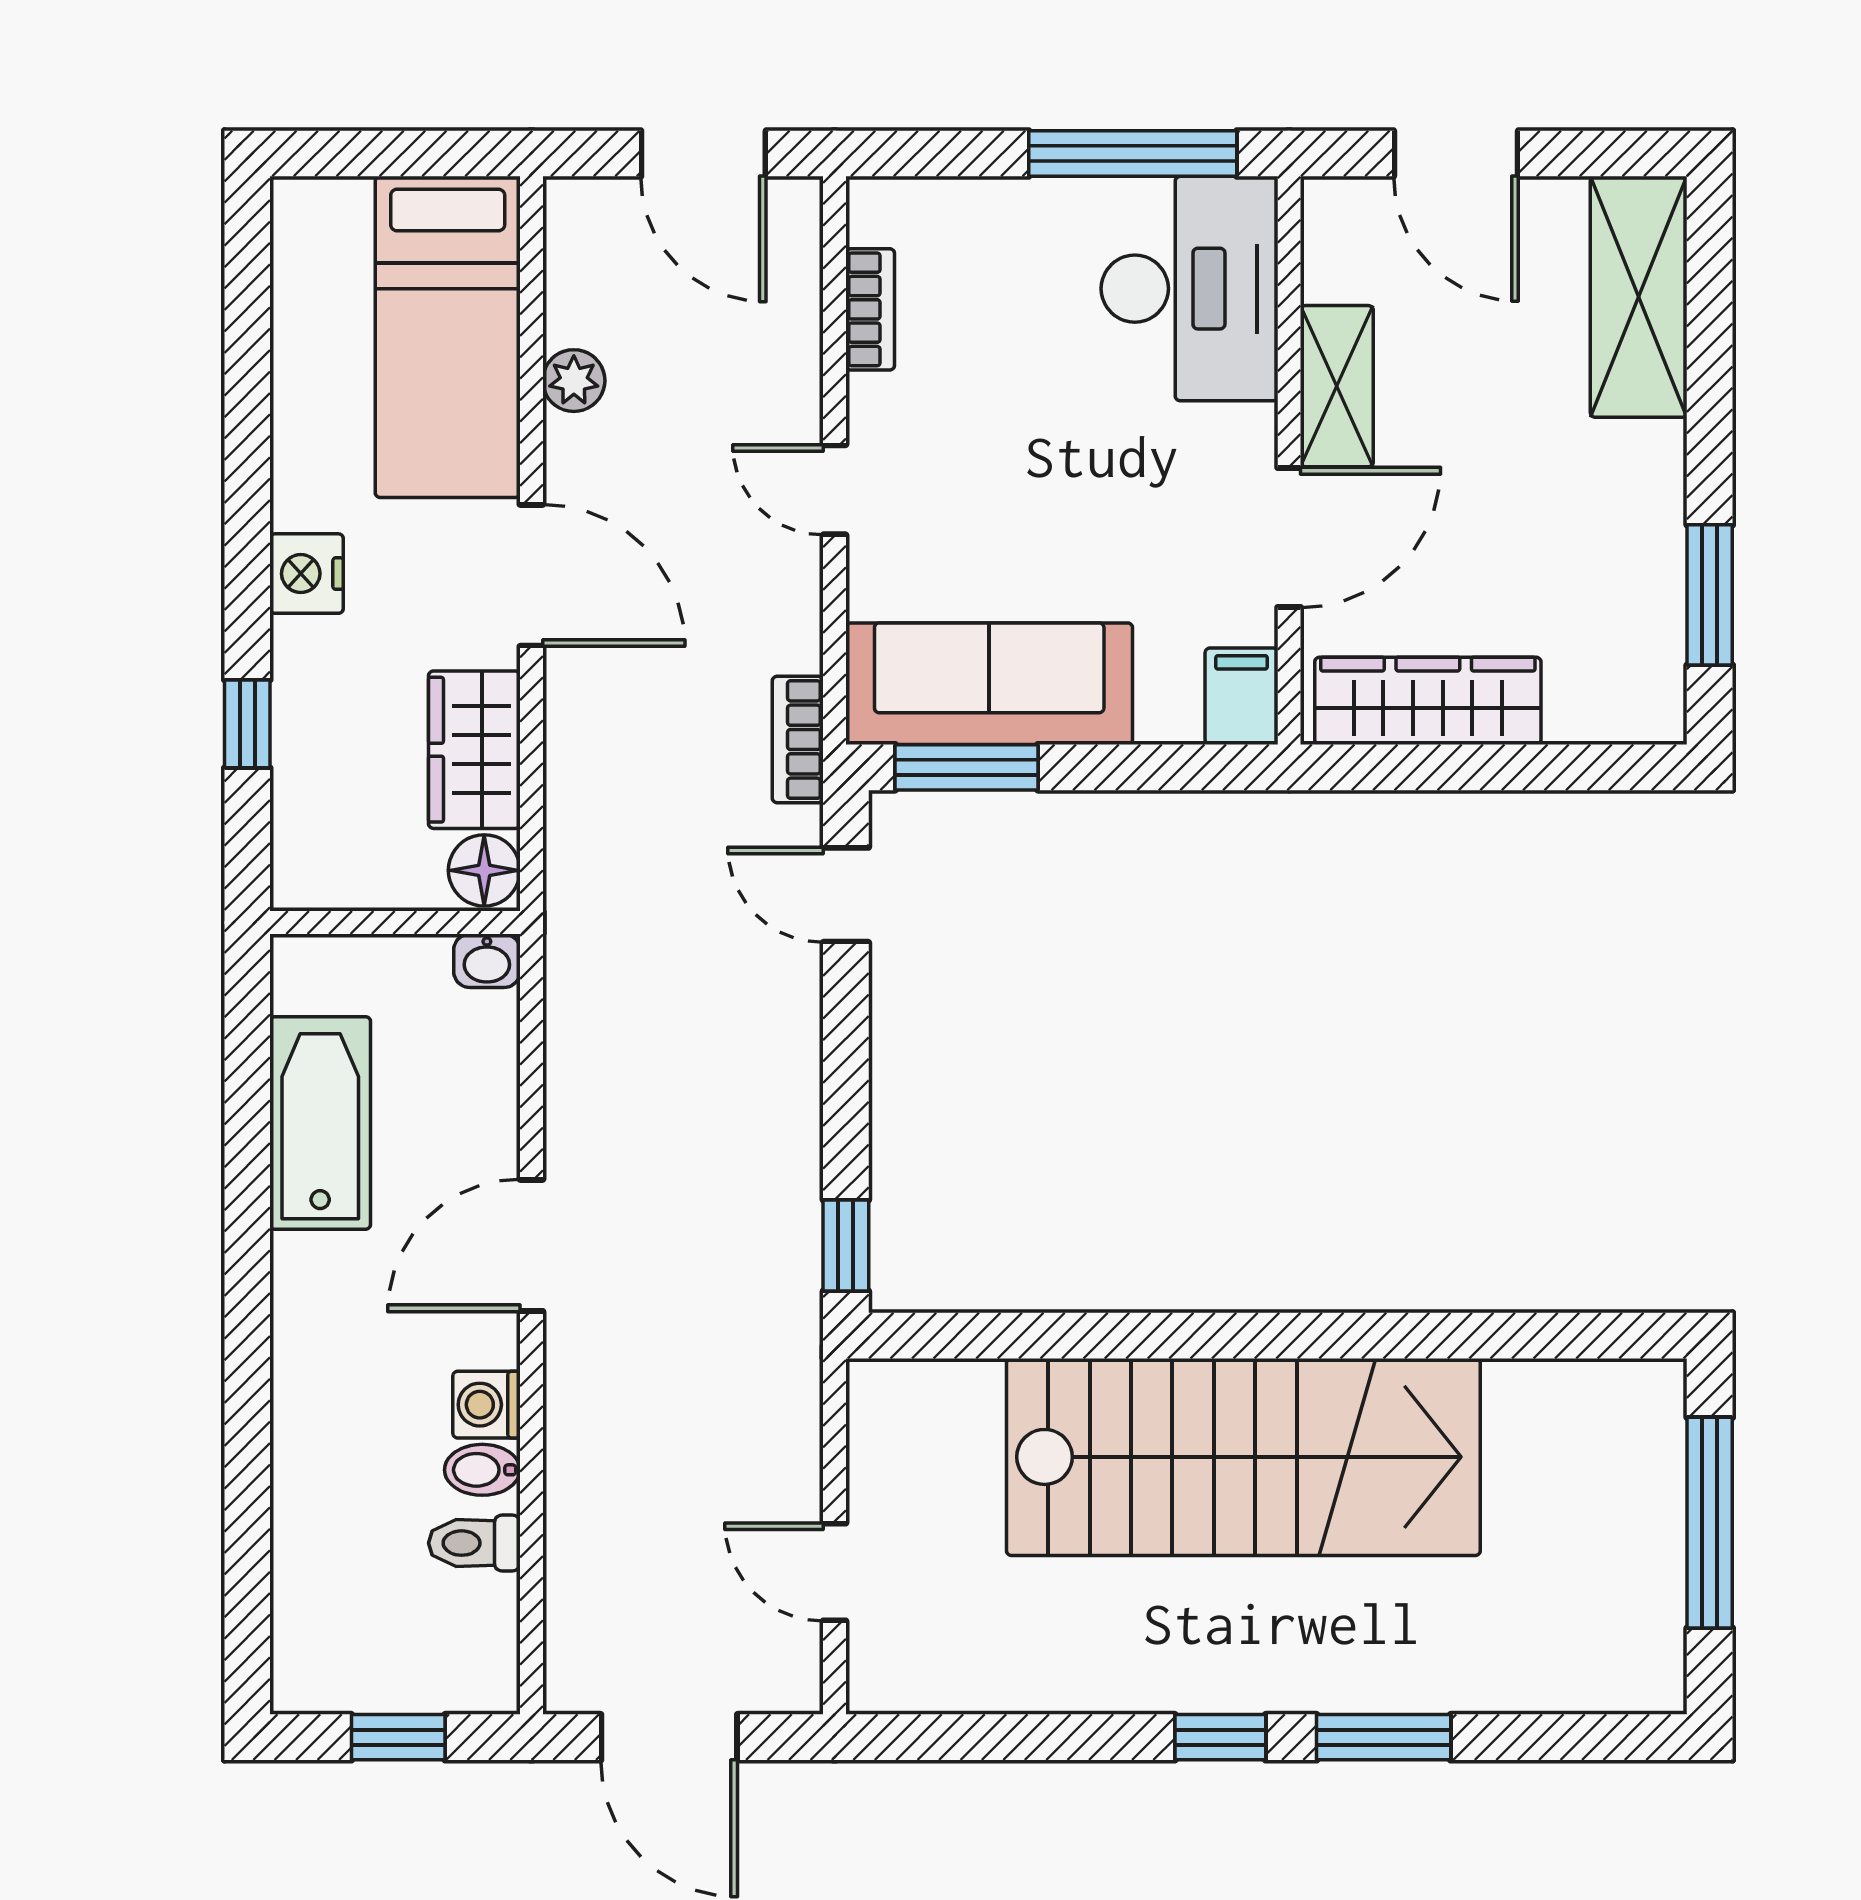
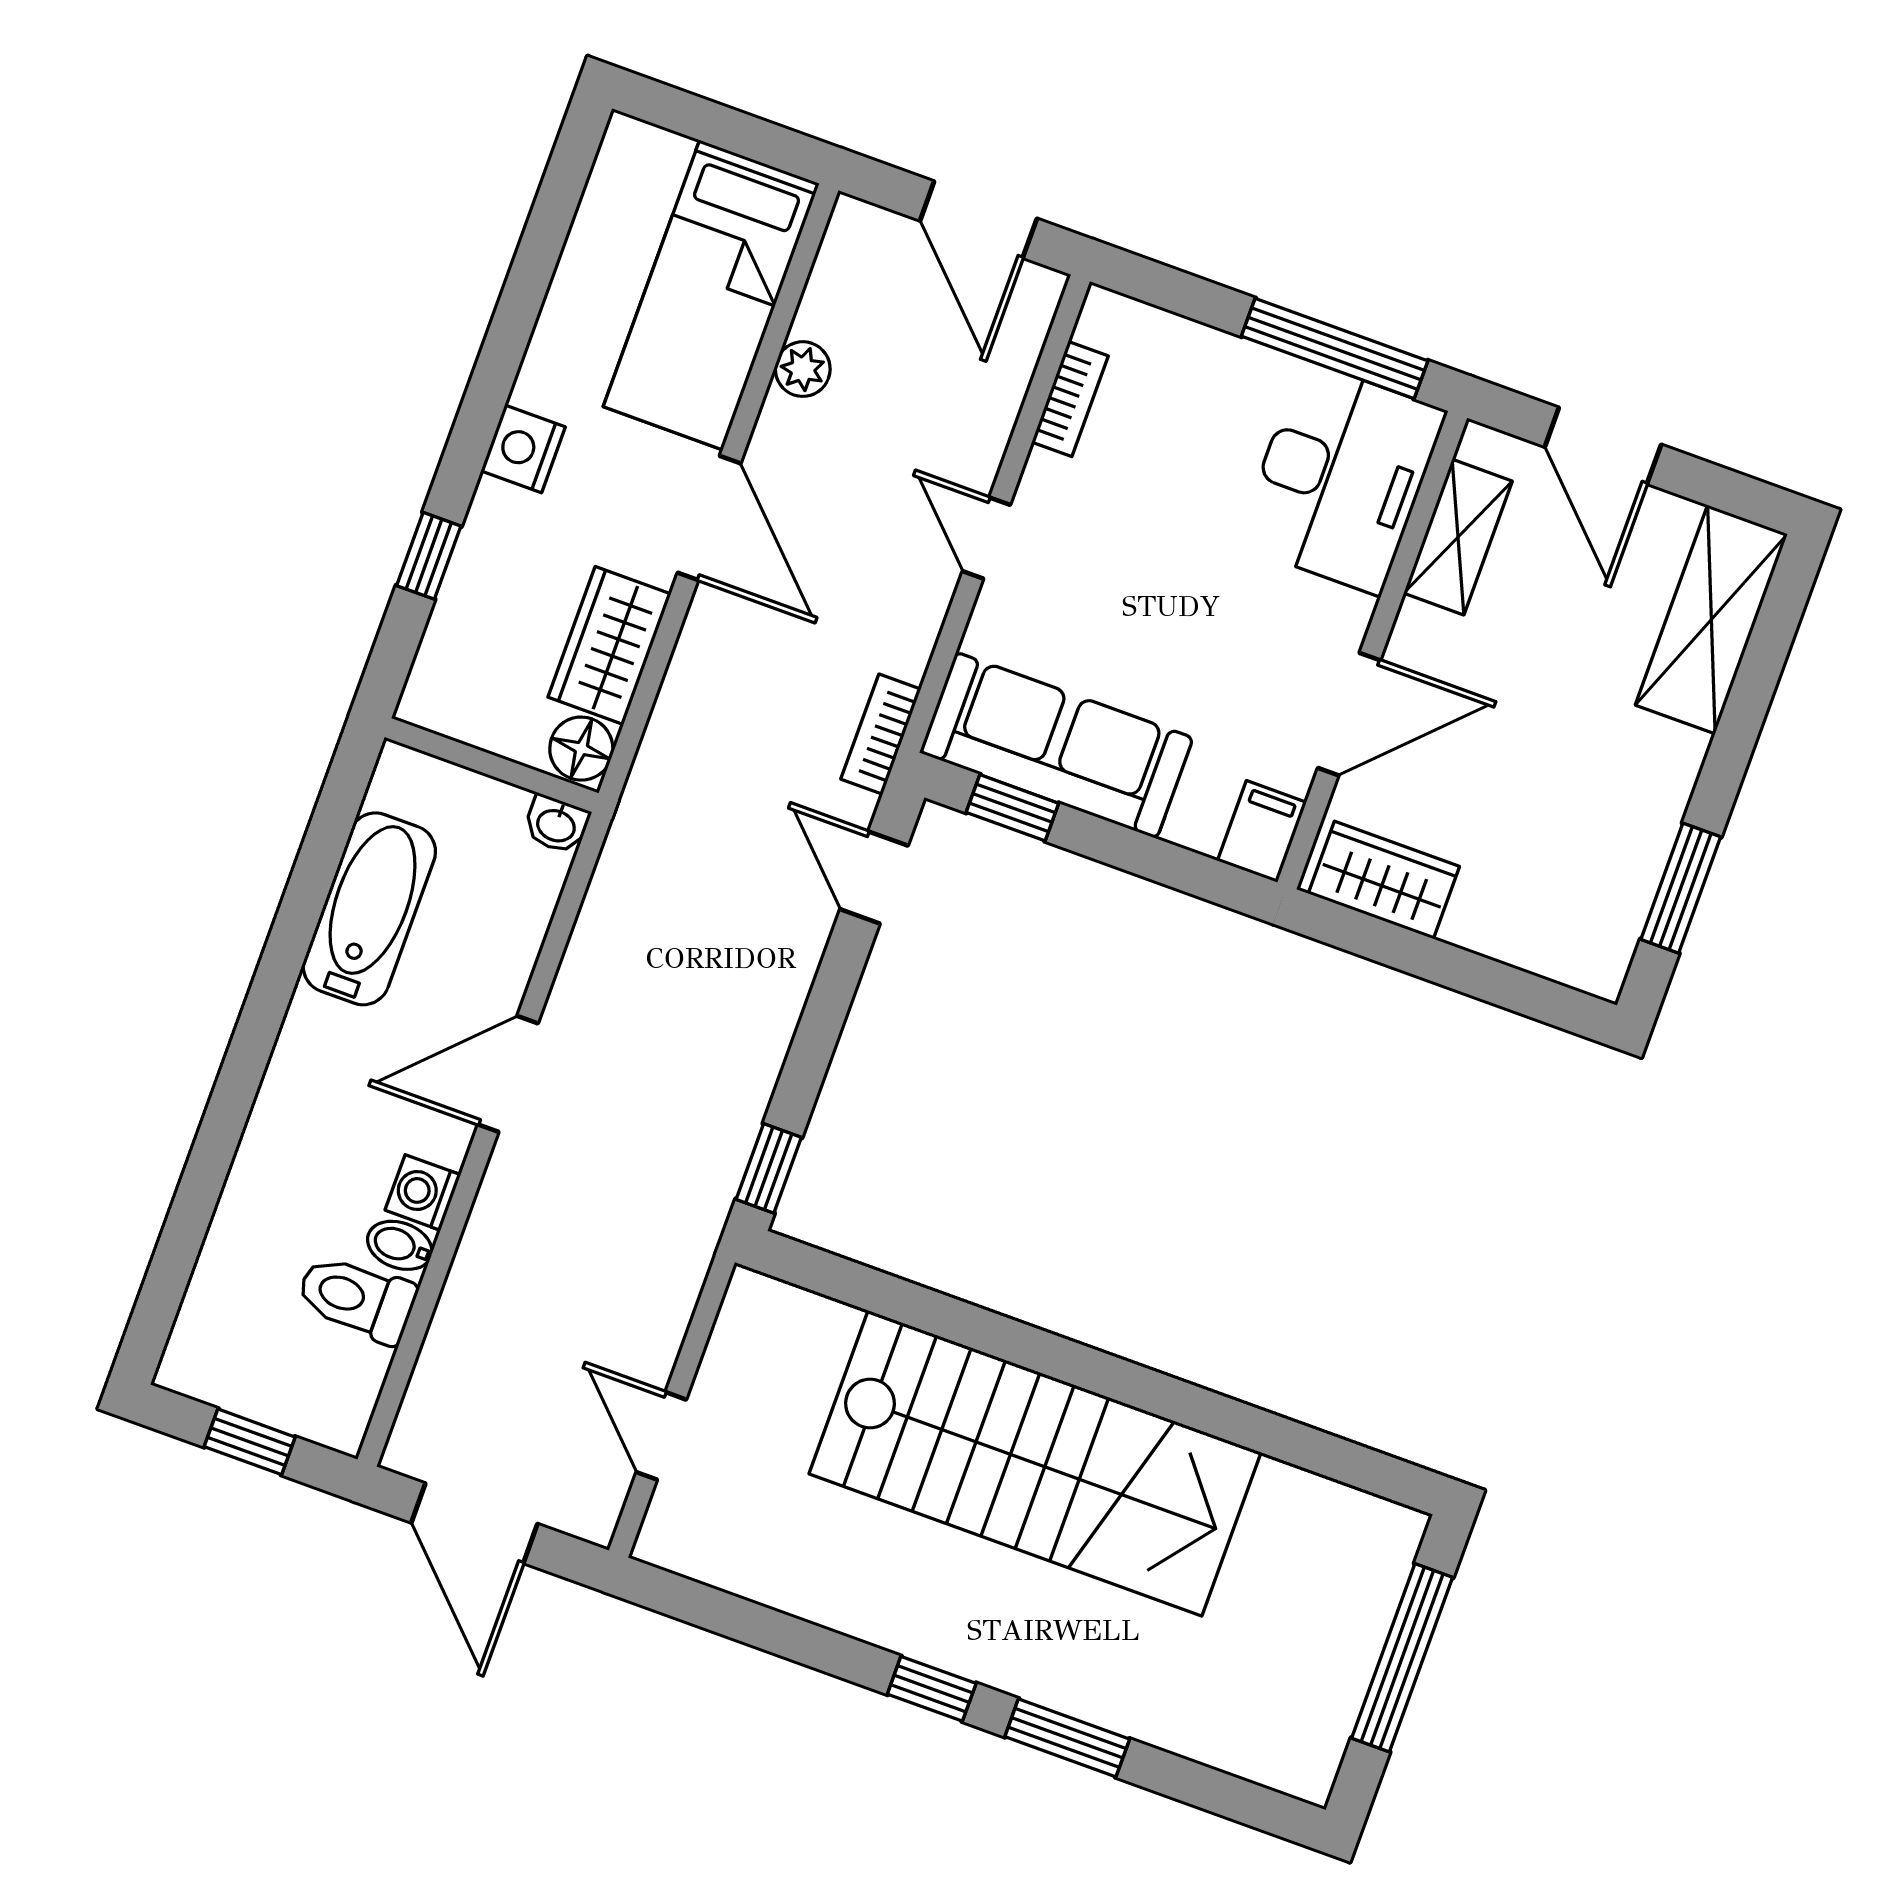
shelving: (1337, 386) -> (1458, 537), moved
wardrobe: (1428, 701) -> (1384, 880), width x0.67
window: (966, 767) -> (1012, 808), width x0.67
toilet: (474, 1543) -> (356, 1298), width x1.37, depth x1.39

